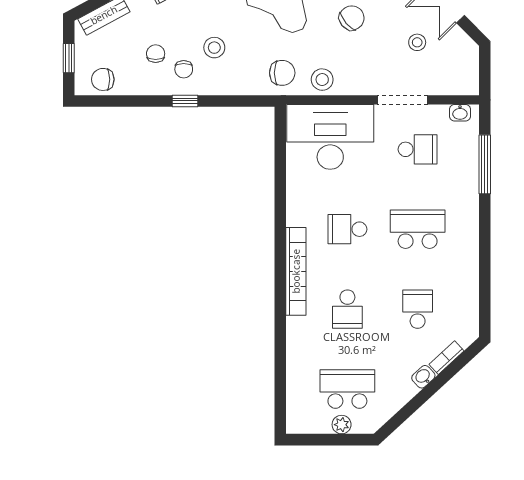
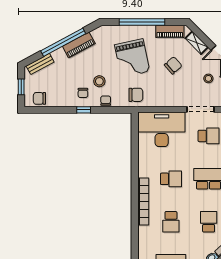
chair: (156, 54) -> (106, 101), moved
stool: (322, 80) -> (157, 98), removed
school desk: (347, 229) -> (171, 179), turned 180

